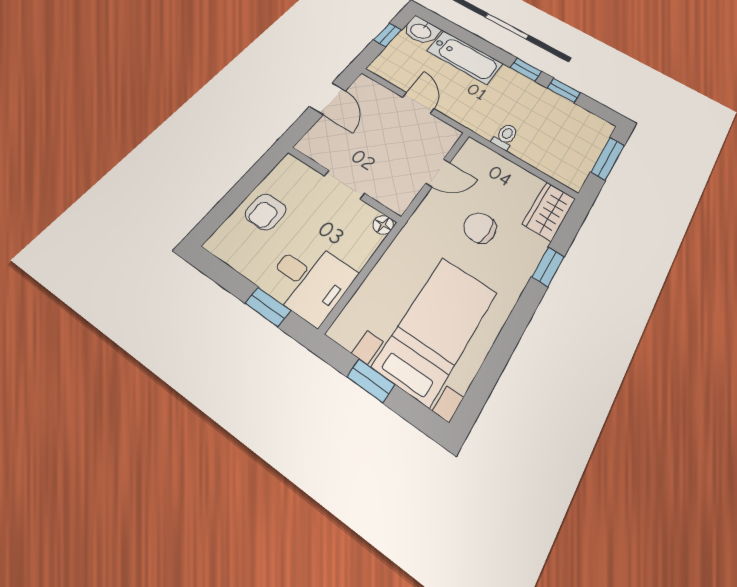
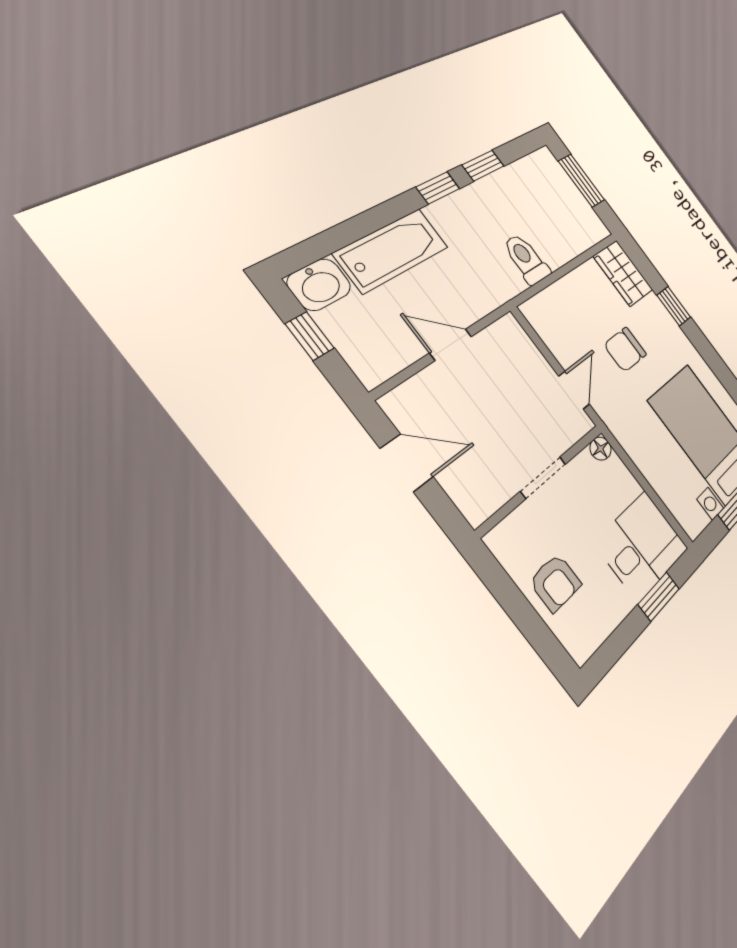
toilet: (505, 136) -> (526, 259), width x1.37, depth x1.39
door: (438, 173) -> (574, 390), moved

